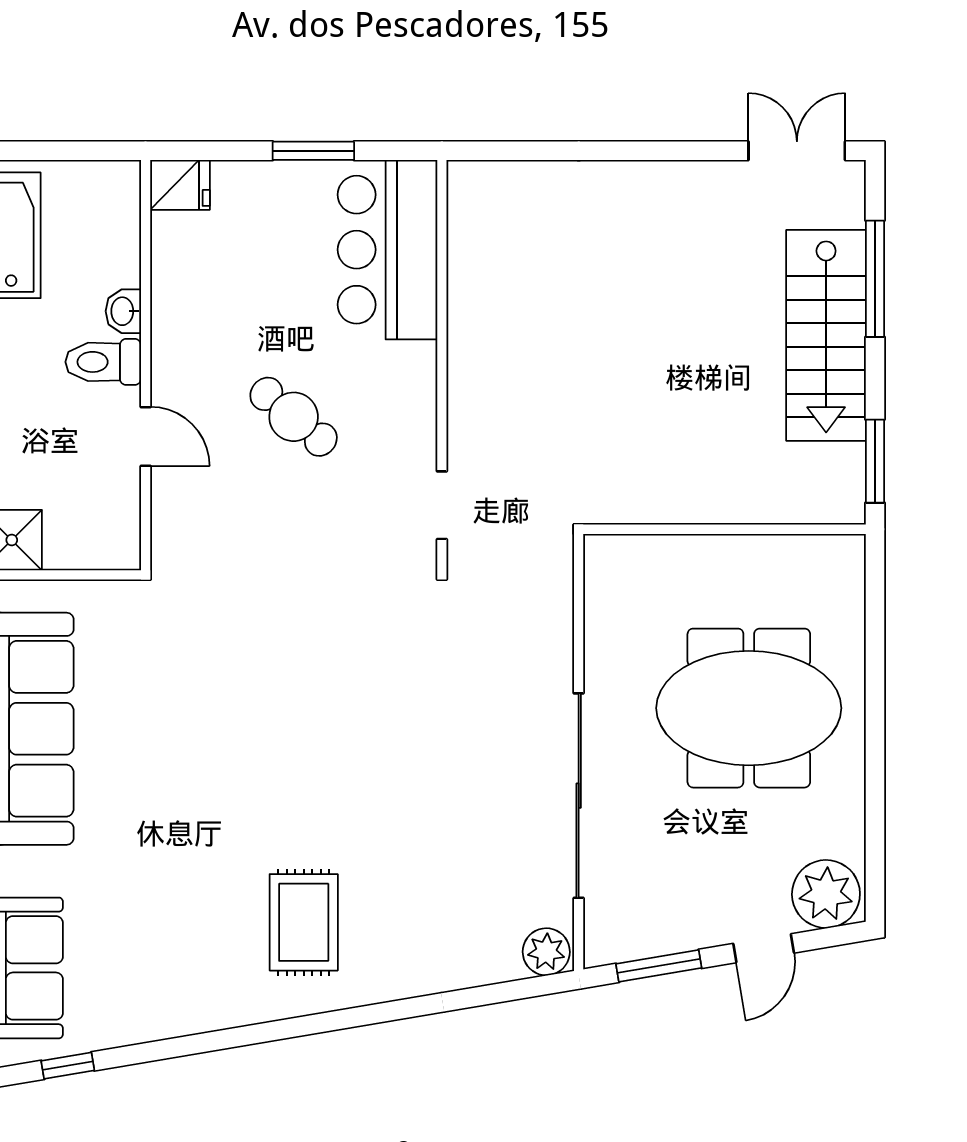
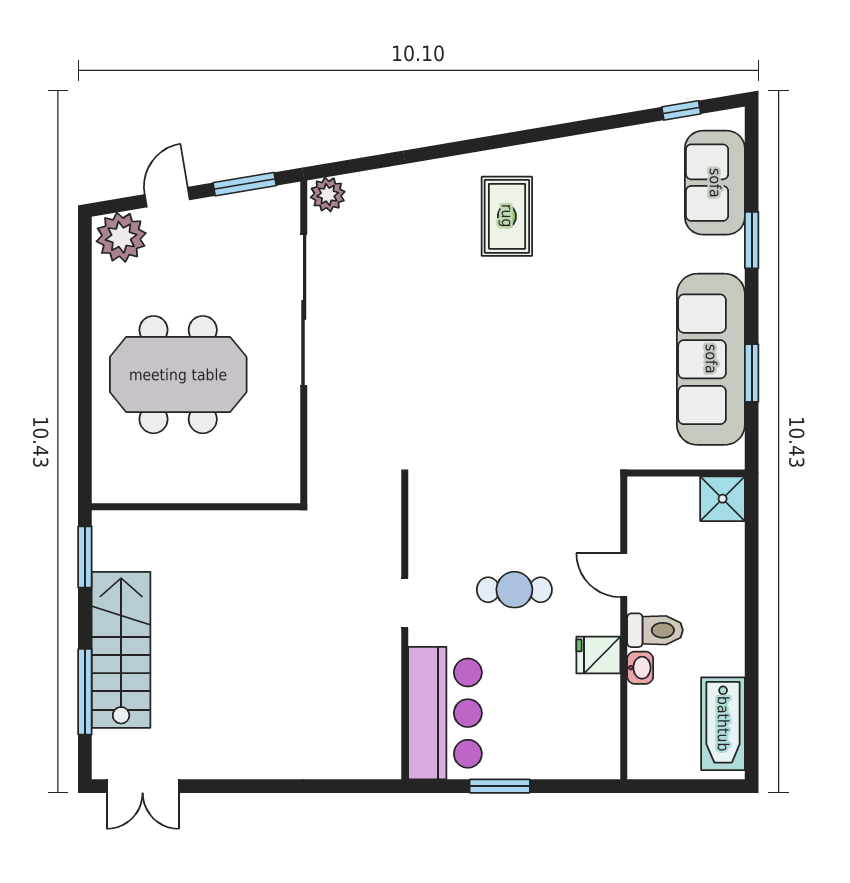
fridge: (180, 185) -> (598, 655), moved
cafe table: (294, 417) -> (514, 590), turned -40
doorway: (442, 505) -> (405, 603), moved

